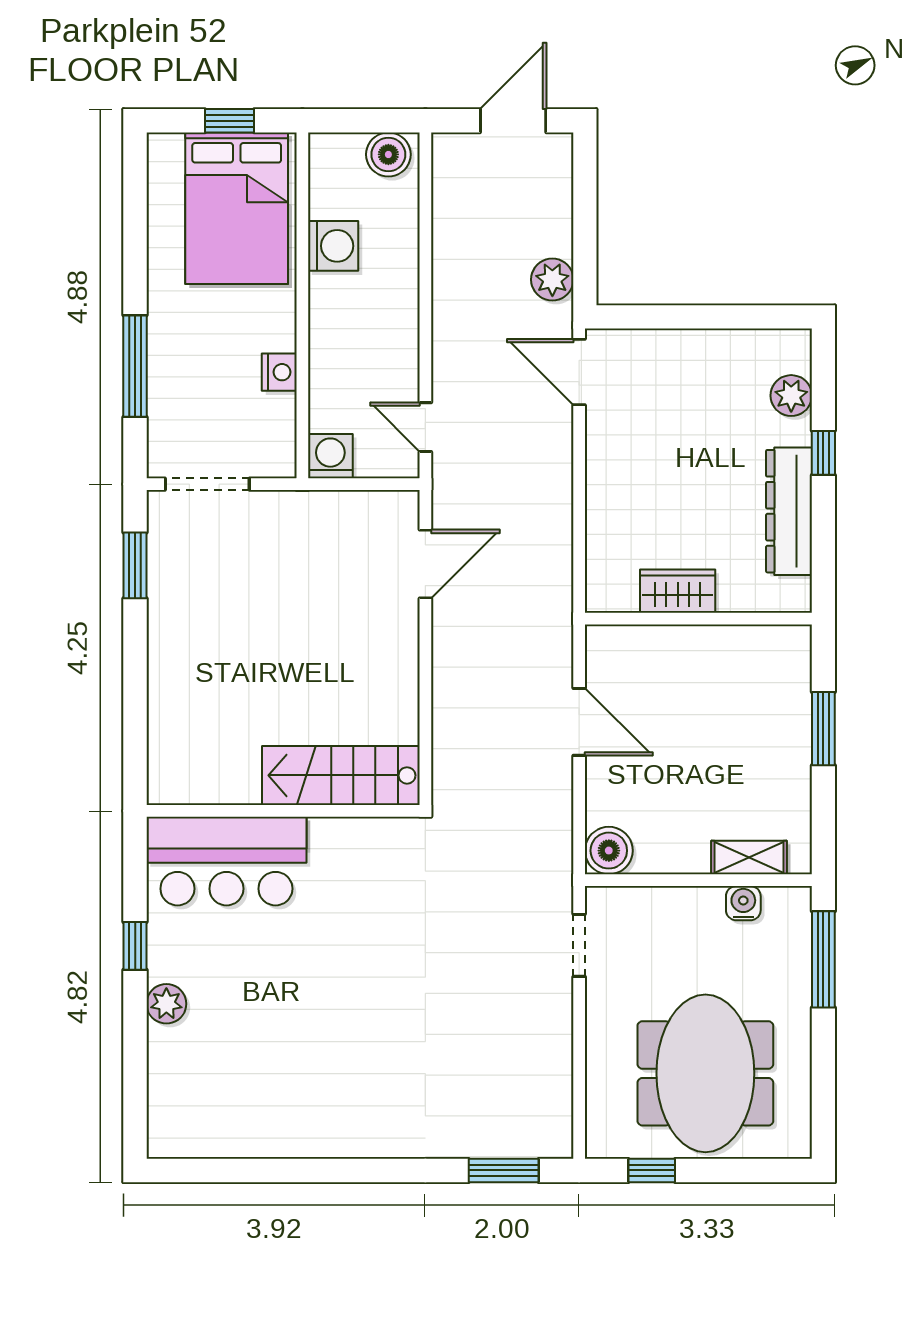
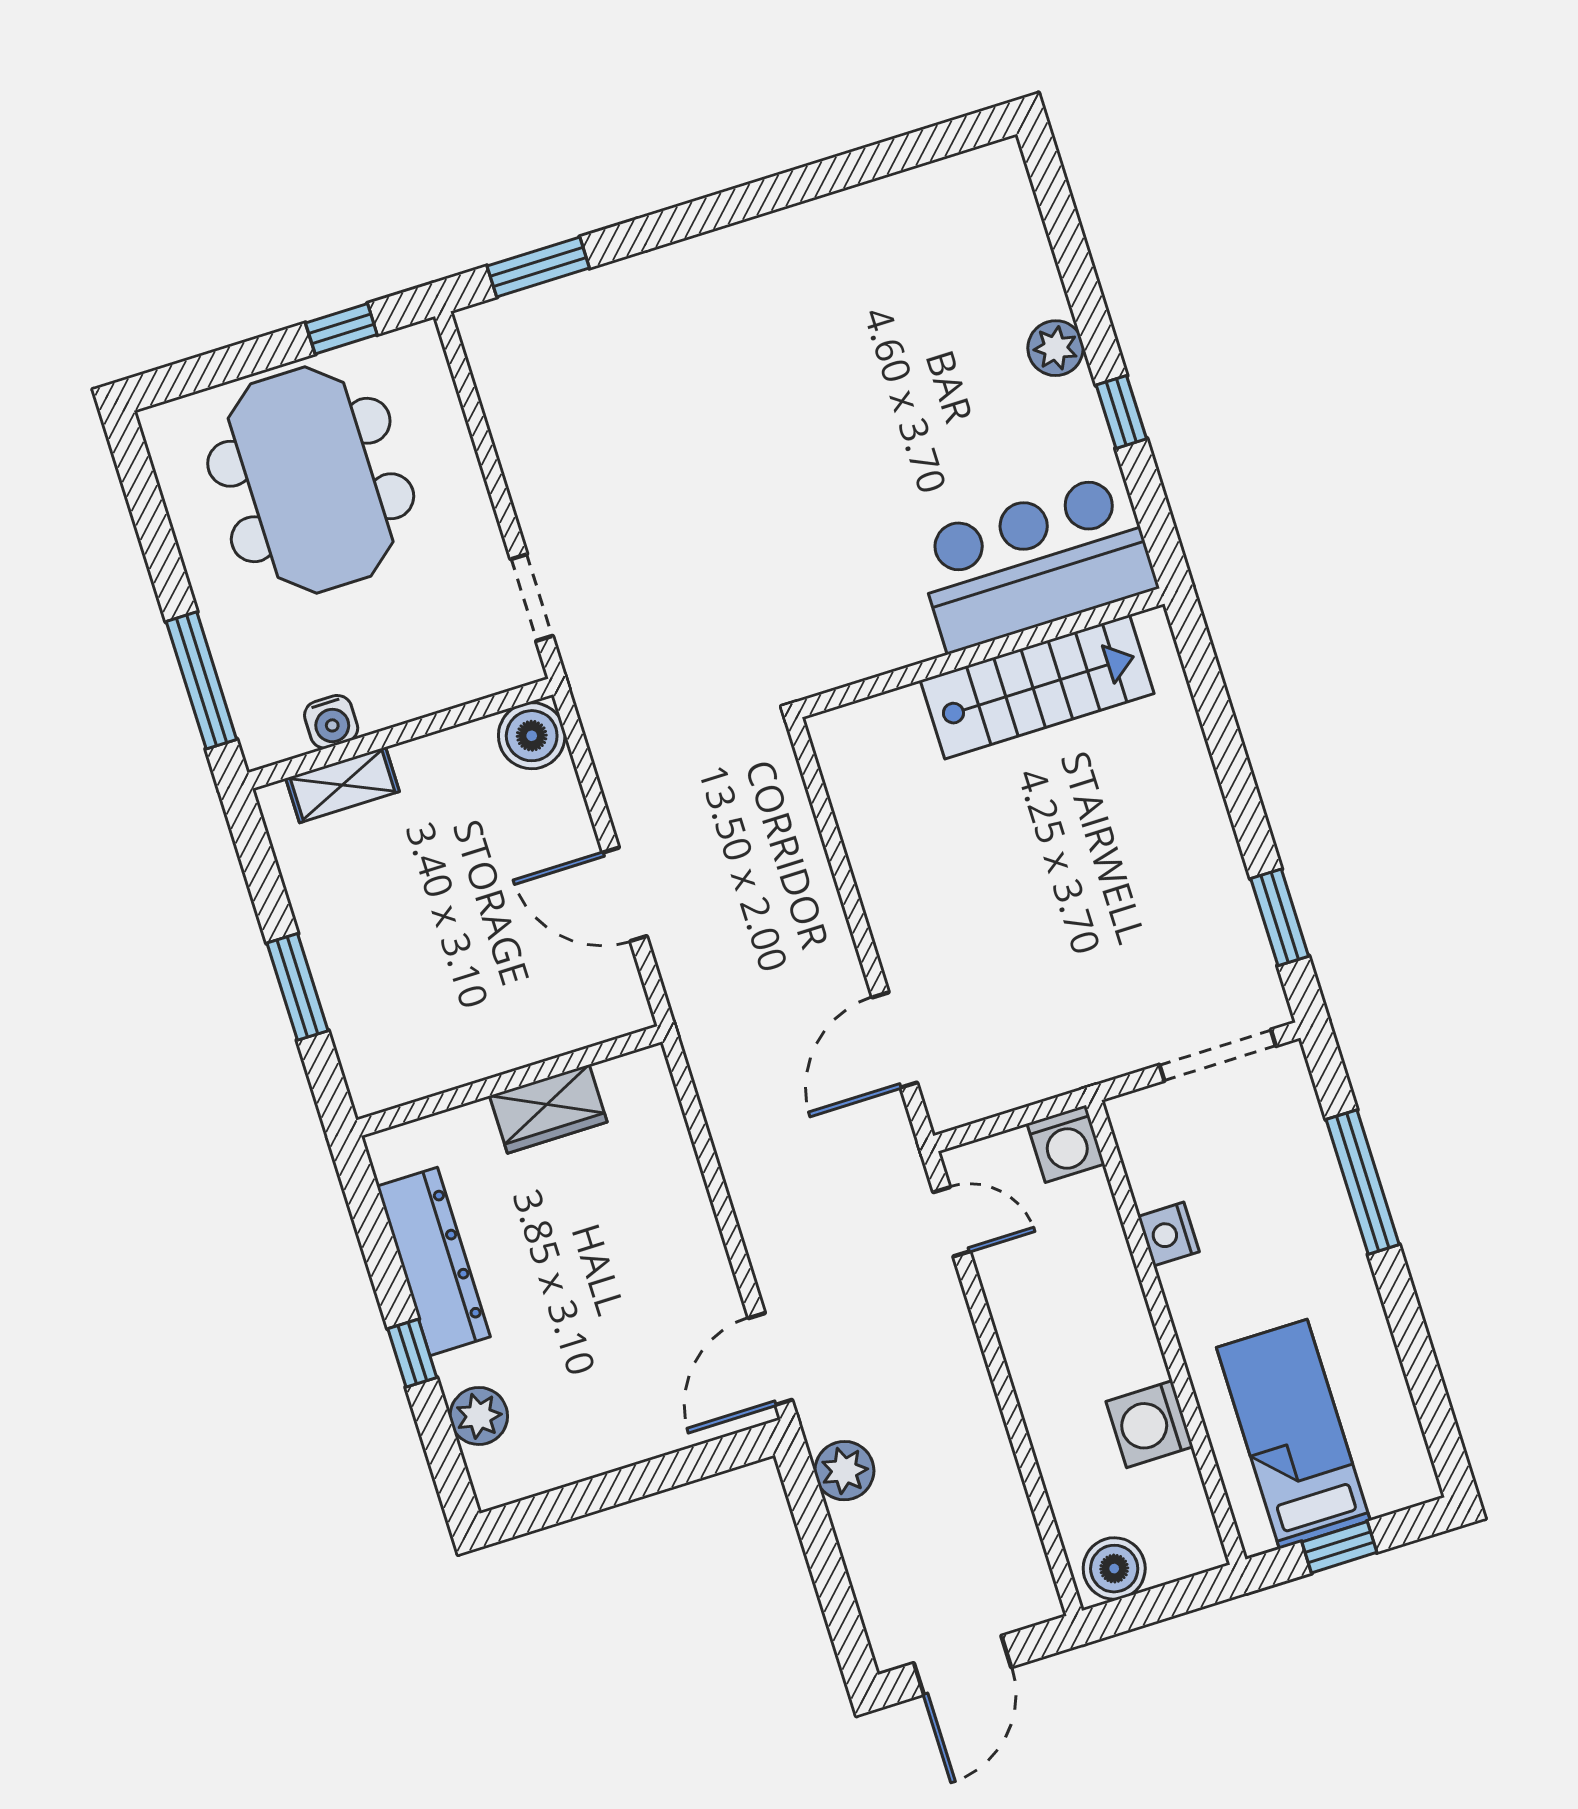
bed: (237, 208) -> (1293, 1434), width x0.67
door: (579, 372) -> (770, 1359), swing flipped
stairs: (341, 775) -> (1037, 687), moved

